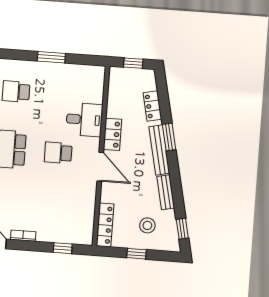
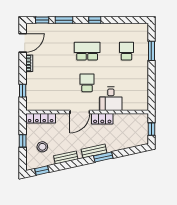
window: (51, 57) -> (151, 51), moved
locker: (152, 106) -> (123, 144), removed
bench: (159, 150) -> (94, 151), width x0.73

